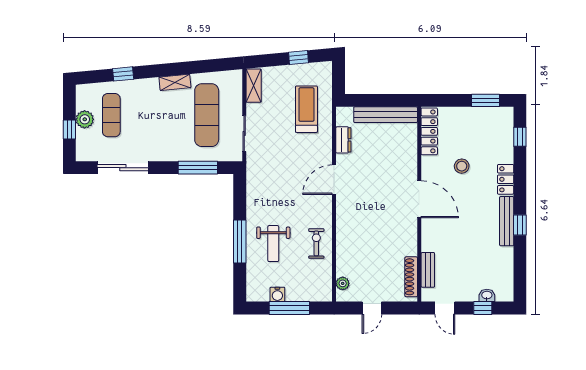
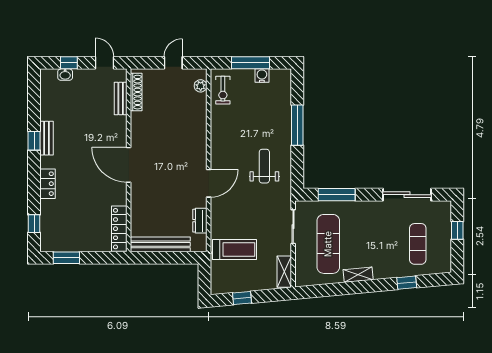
treadmill: (306, 109) -> (235, 249), turned -90
plant: (85, 119) -> (443, 240), removed
stool: (462, 166) -> (89, 196), removed
bench: (507, 221) -> (46, 138), width x0.73
exercise bike: (316, 243) -> (223, 90), moved
weight bench: (273, 244) -> (264, 166), moved

